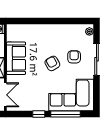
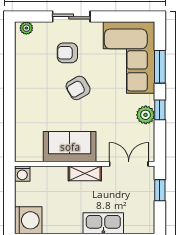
sliding door: (97, 59) -> (71, 17), width x0.73
plant: (36, 105) -> (146, 115), added
window: (65, 114) -> (160, 67), width x0.69

